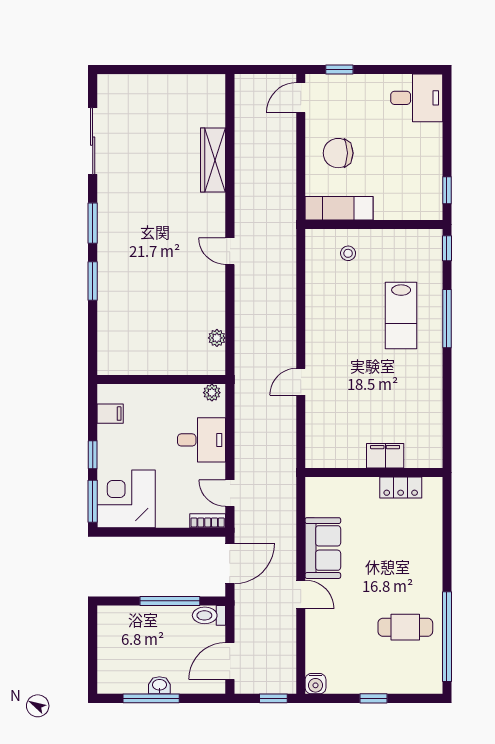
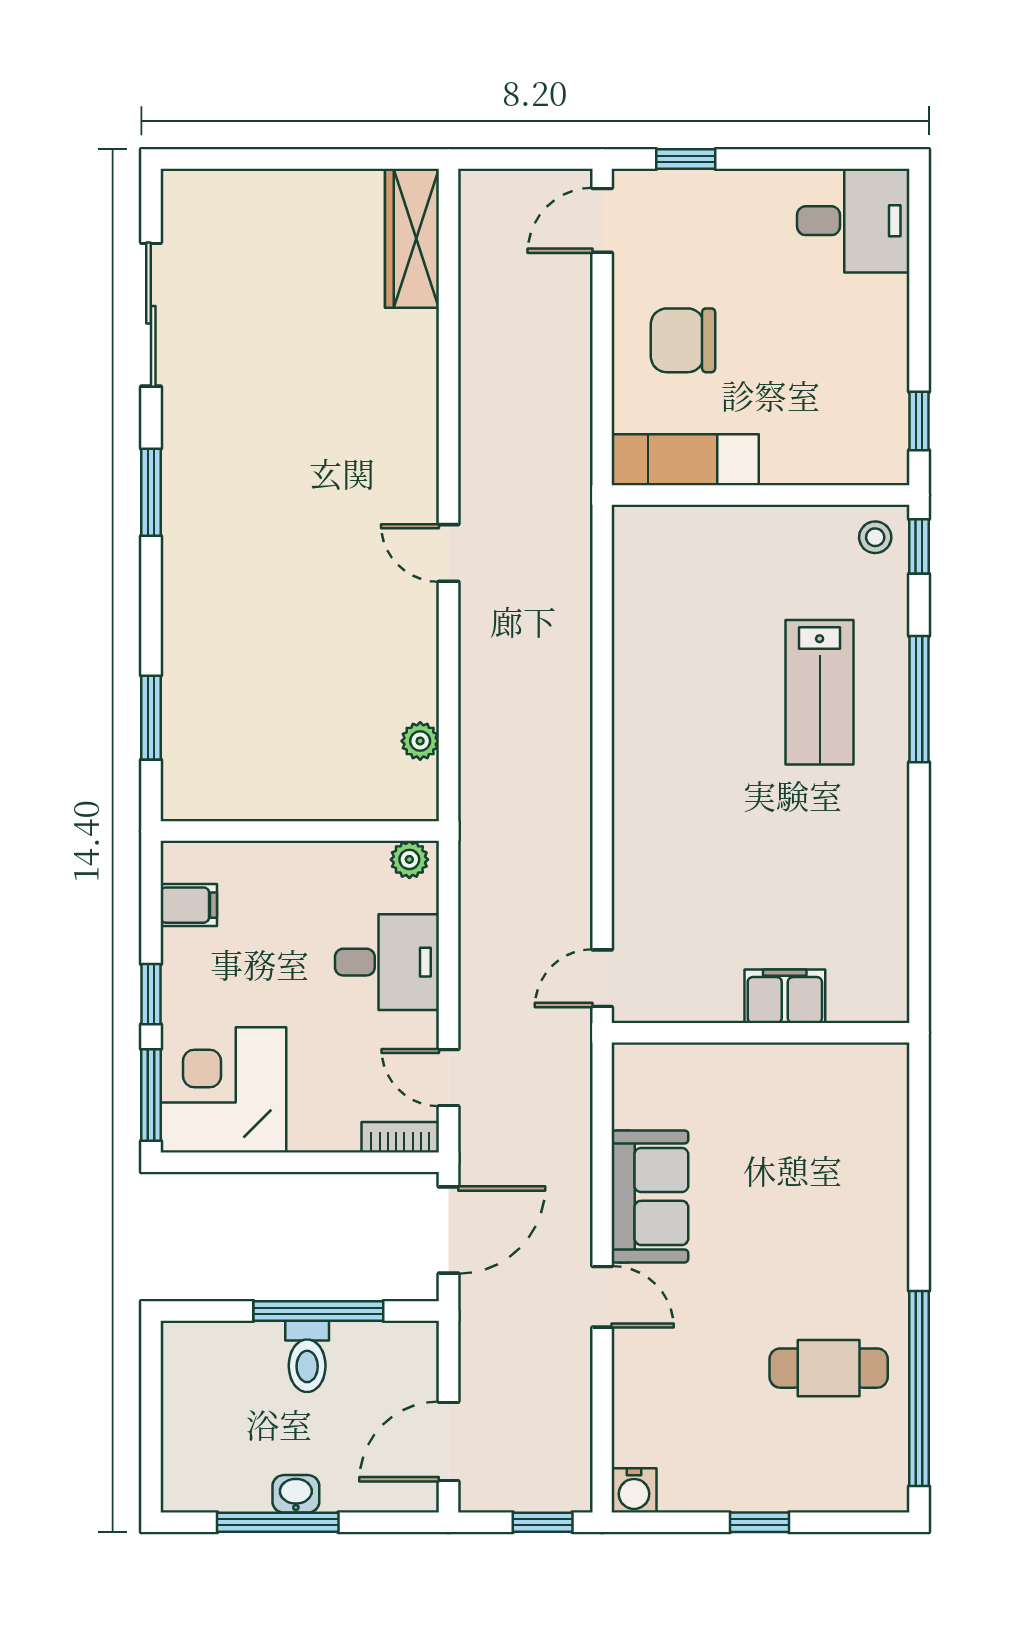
wardrobe: (213, 160) -> (412, 238), moved
stool: (348, 253) -> (875, 537), moved
window: (93, 281) -> (151, 718), moved
door: (301, 382) -> (602, 978), moved
locker: (401, 487) -> (819, 1065), removed
toilet: (209, 615) -> (307, 1356), moved, turned -90

